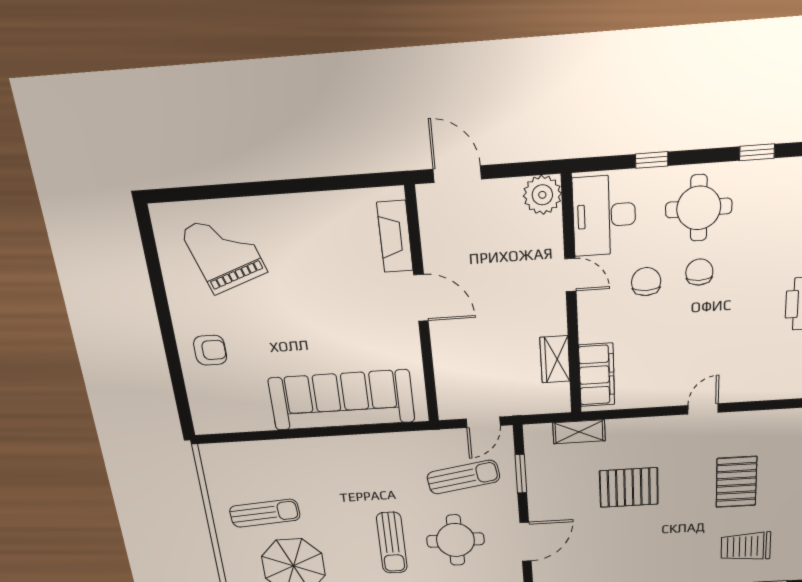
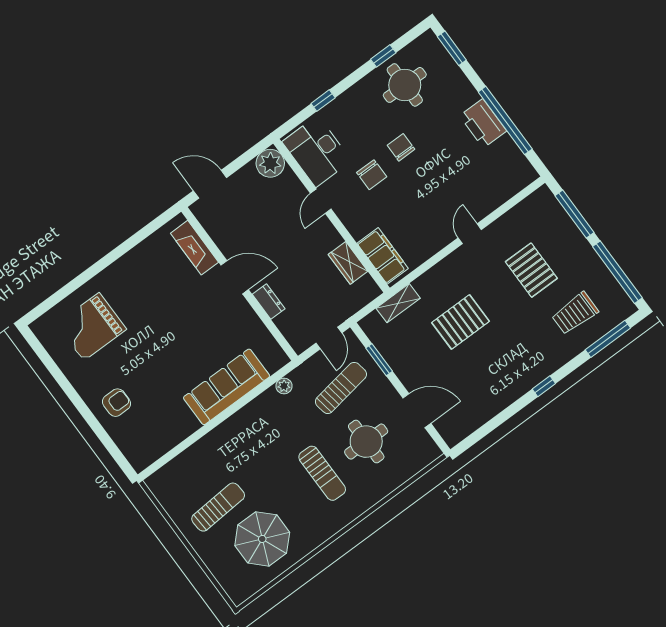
round table: (699, 208) -> (405, 85), moved
grand piano: (224, 252) -> (91, 327), turned -71
door: (570, 275) -> (321, 201), swing flipped
chair: (646, 282) -> (372, 175), turned 180
dresser: (442, 347) -> (269, 302), added
sofa: (342, 400) -> (227, 387), width x0.74, depth x0.79
plant: (405, 441) -> (284, 386), added
door: (526, 542) -> (417, 411), hinge flipped

